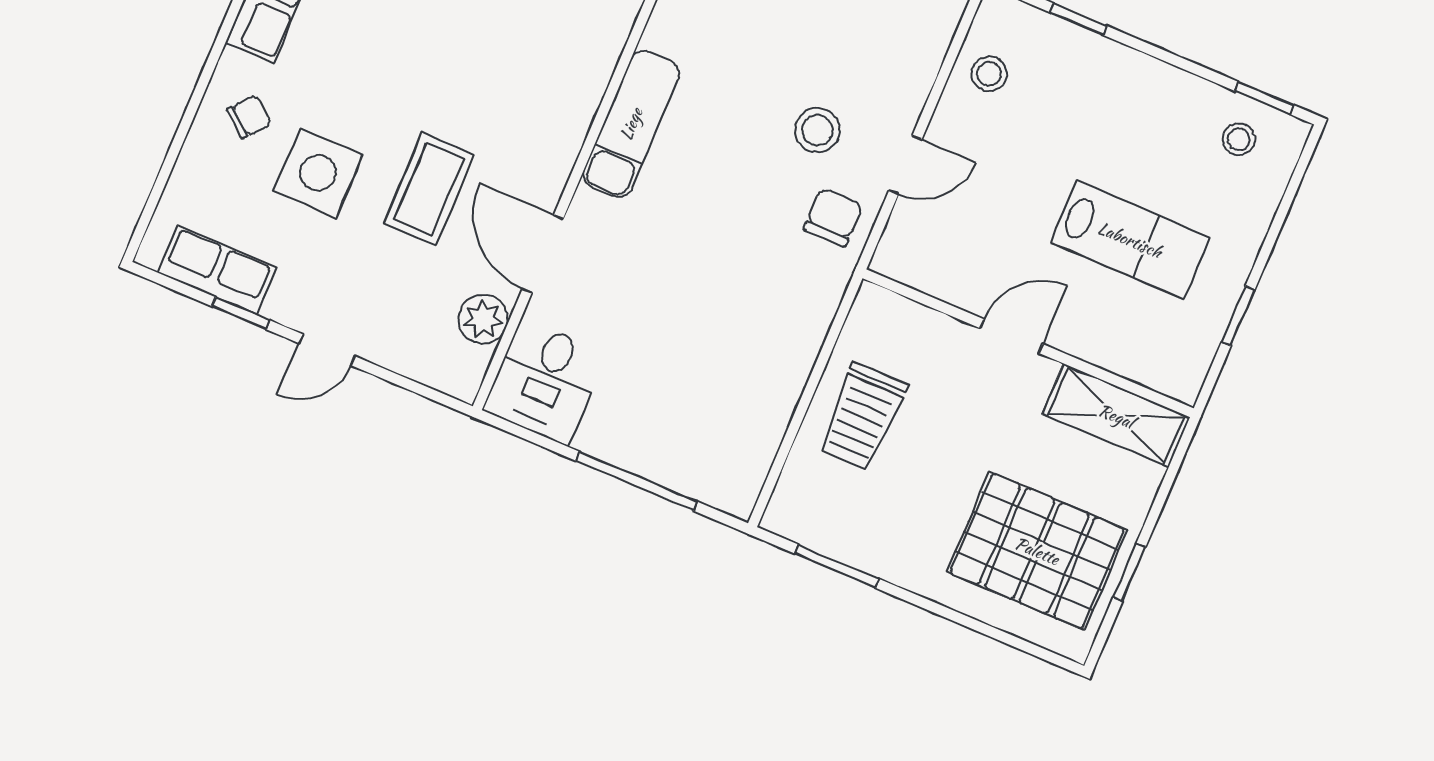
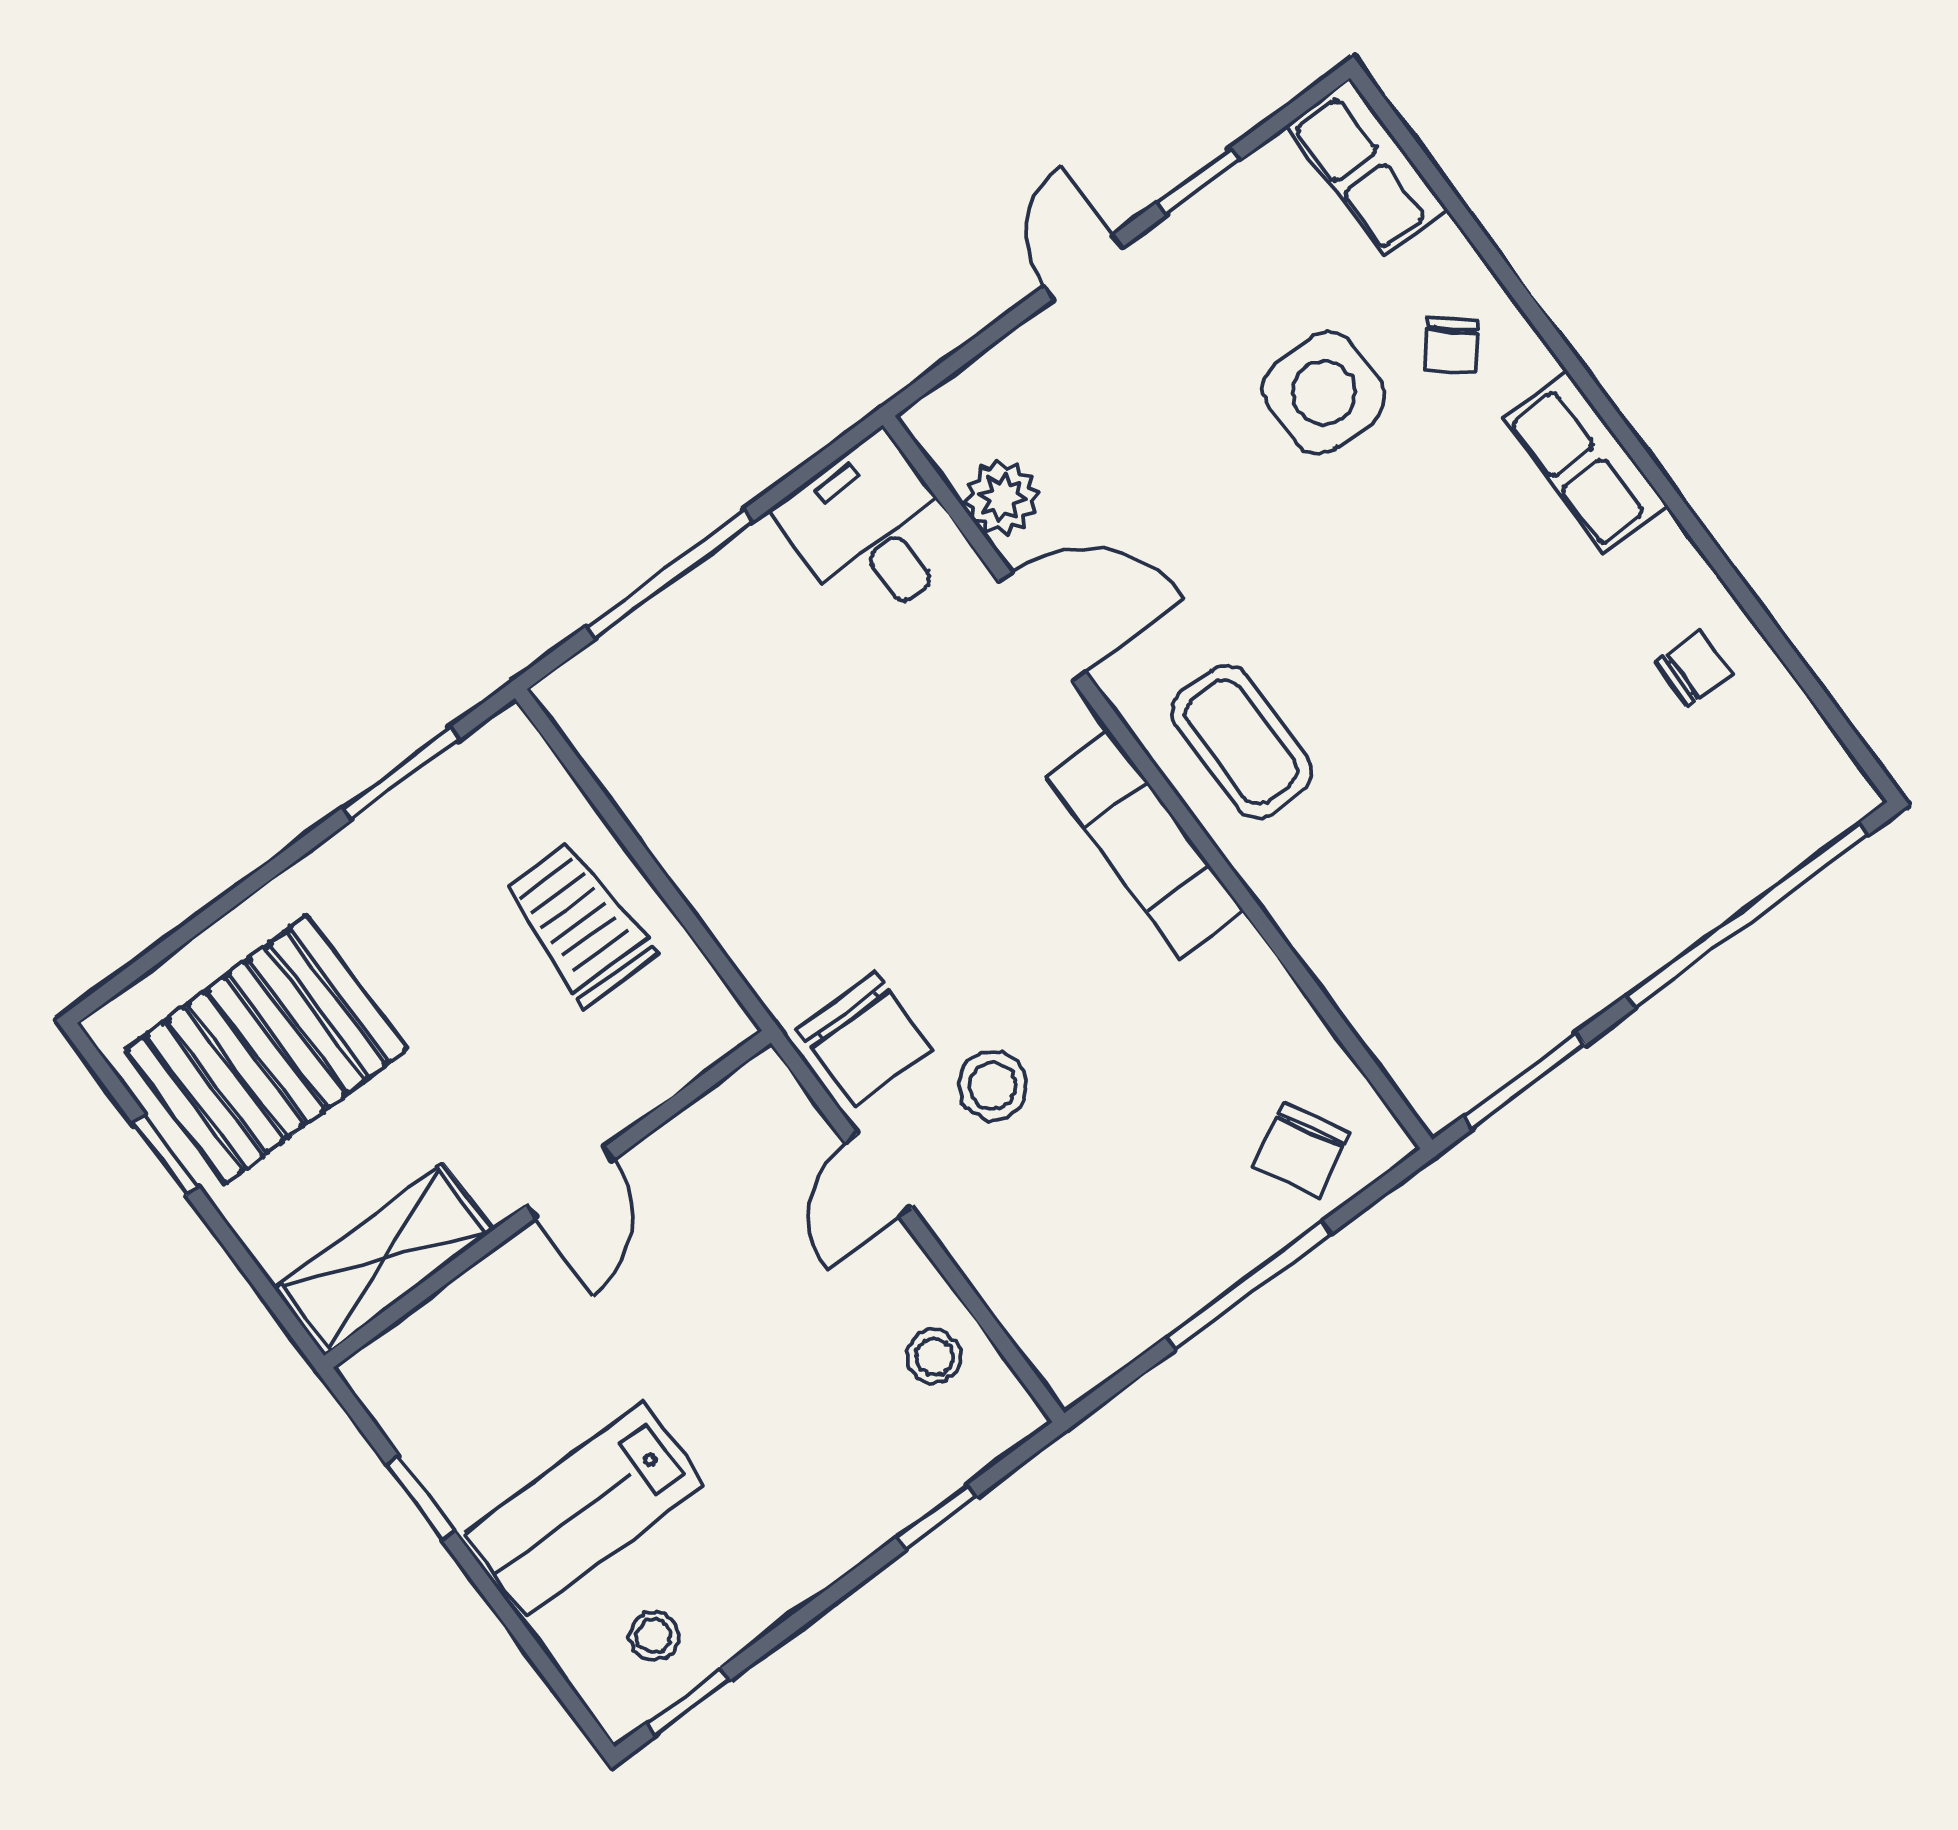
coffee table: (429, 189) -> (1241, 742), moved
chair: (833, 217) -> (865, 1039), width x1.37, depth x1.37
lab bench: (1130, 240) -> (584, 1509), moved
row of seats: (217, 270) -> (1368, 167), moved, turned 90

